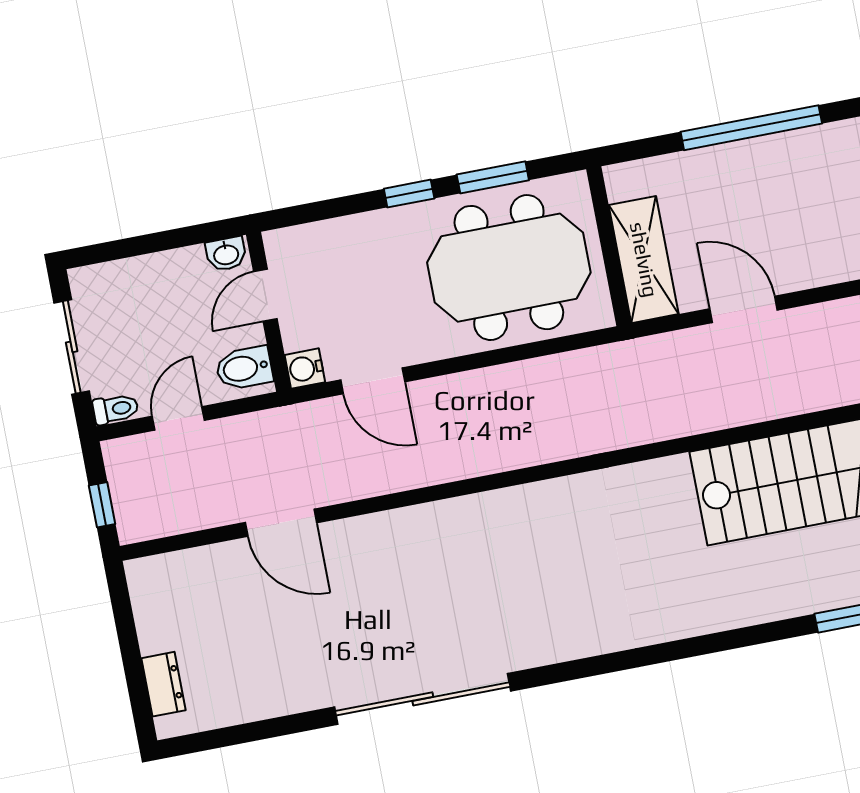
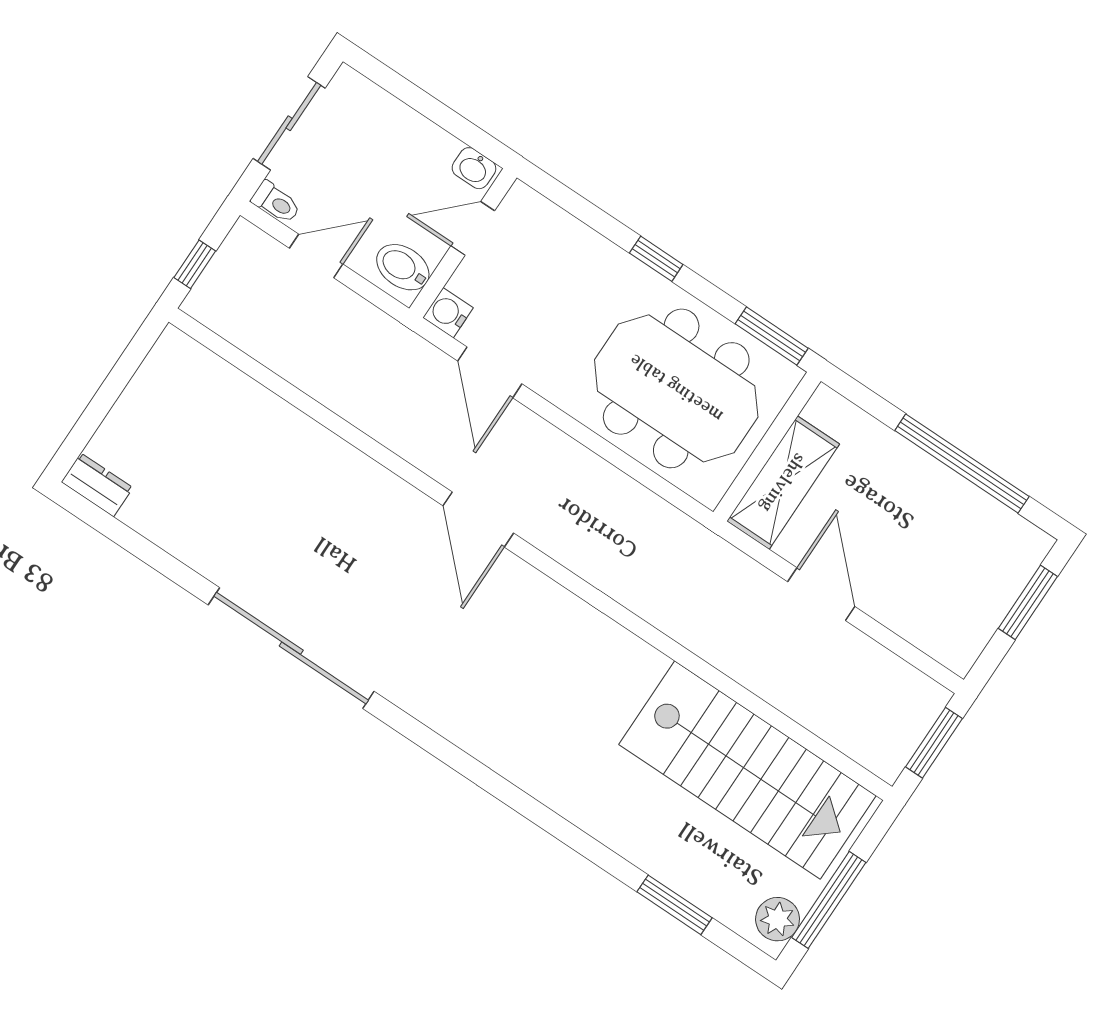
window: (493, 177) -> (772, 336), moved
door: (281, 523) -> (478, 519), moved
dresser: (163, 684) -> (97, 485), moved, turned -90

